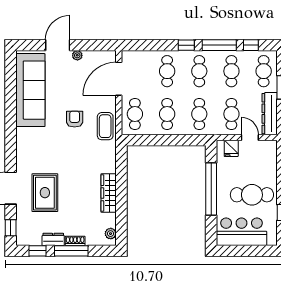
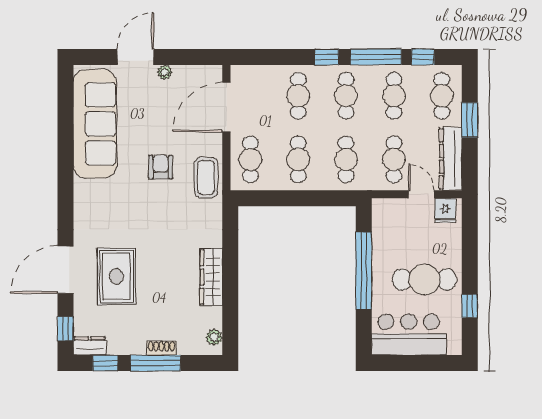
fridge: (231, 148) -> (445, 210), moved
dresser: (53, 239) -> (90, 346), moved

